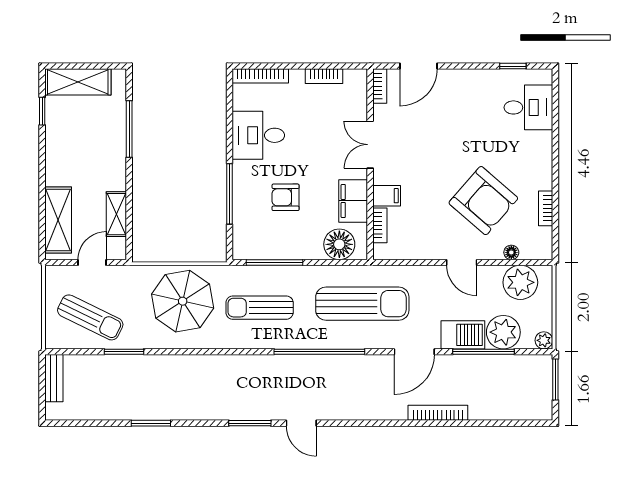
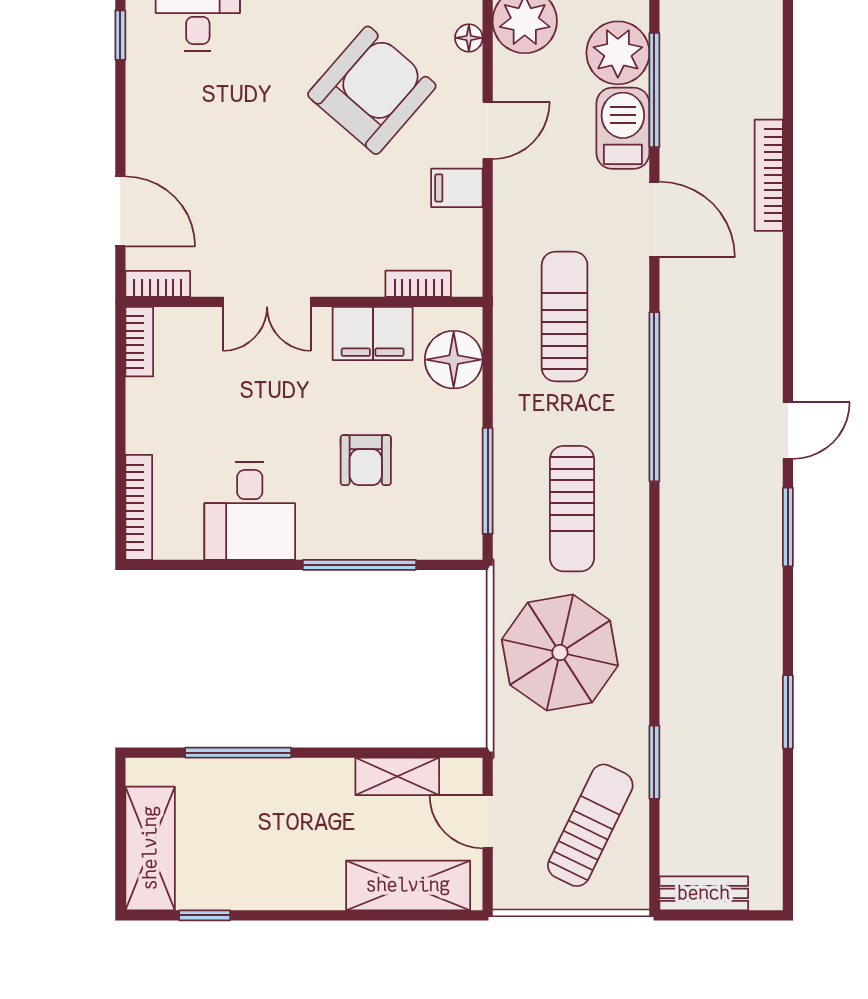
bookcase: (324, 76) -> (139, 342), moved
filing cabinet: (387, 196) -> (457, 188), moved, turned -90
sun lounger: (362, 304) -> (565, 316), width x0.73, depth x0.75

